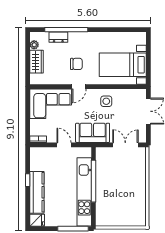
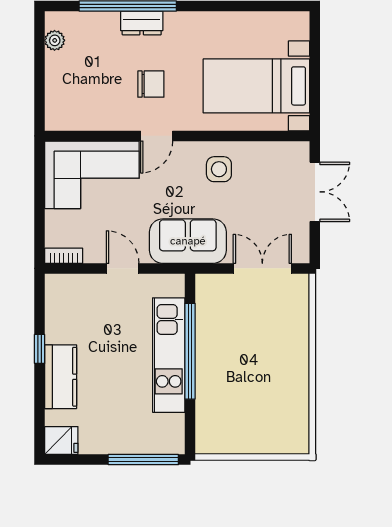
dresser: (58, 37) -> (142, 23), moved
wardrobe: (37, 62) -> (60, 79), removed
kitchen counter: (37, 192) -> (61, 377), width x0.67
kitchen unit: (84, 192) -> (169, 355), width x0.73

